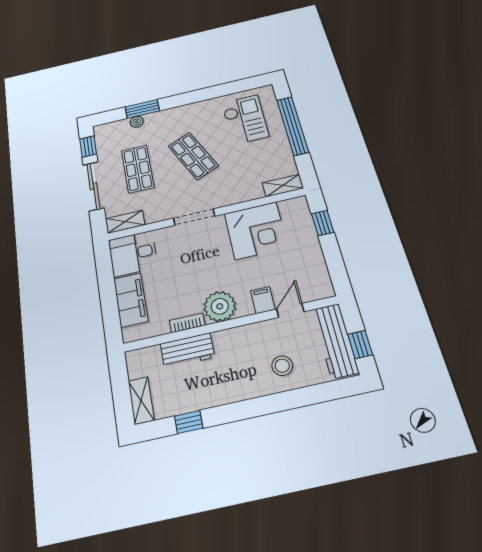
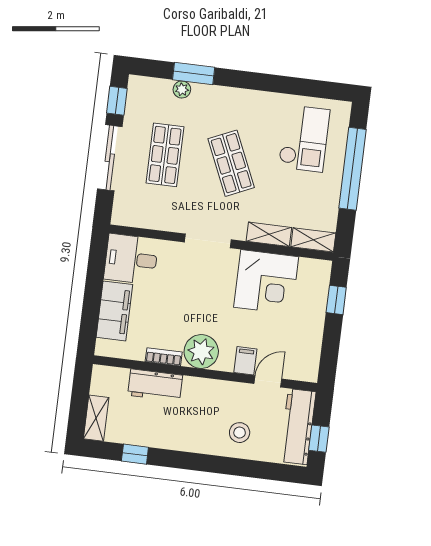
shelving: (125, 222) -> (269, 234), moved

